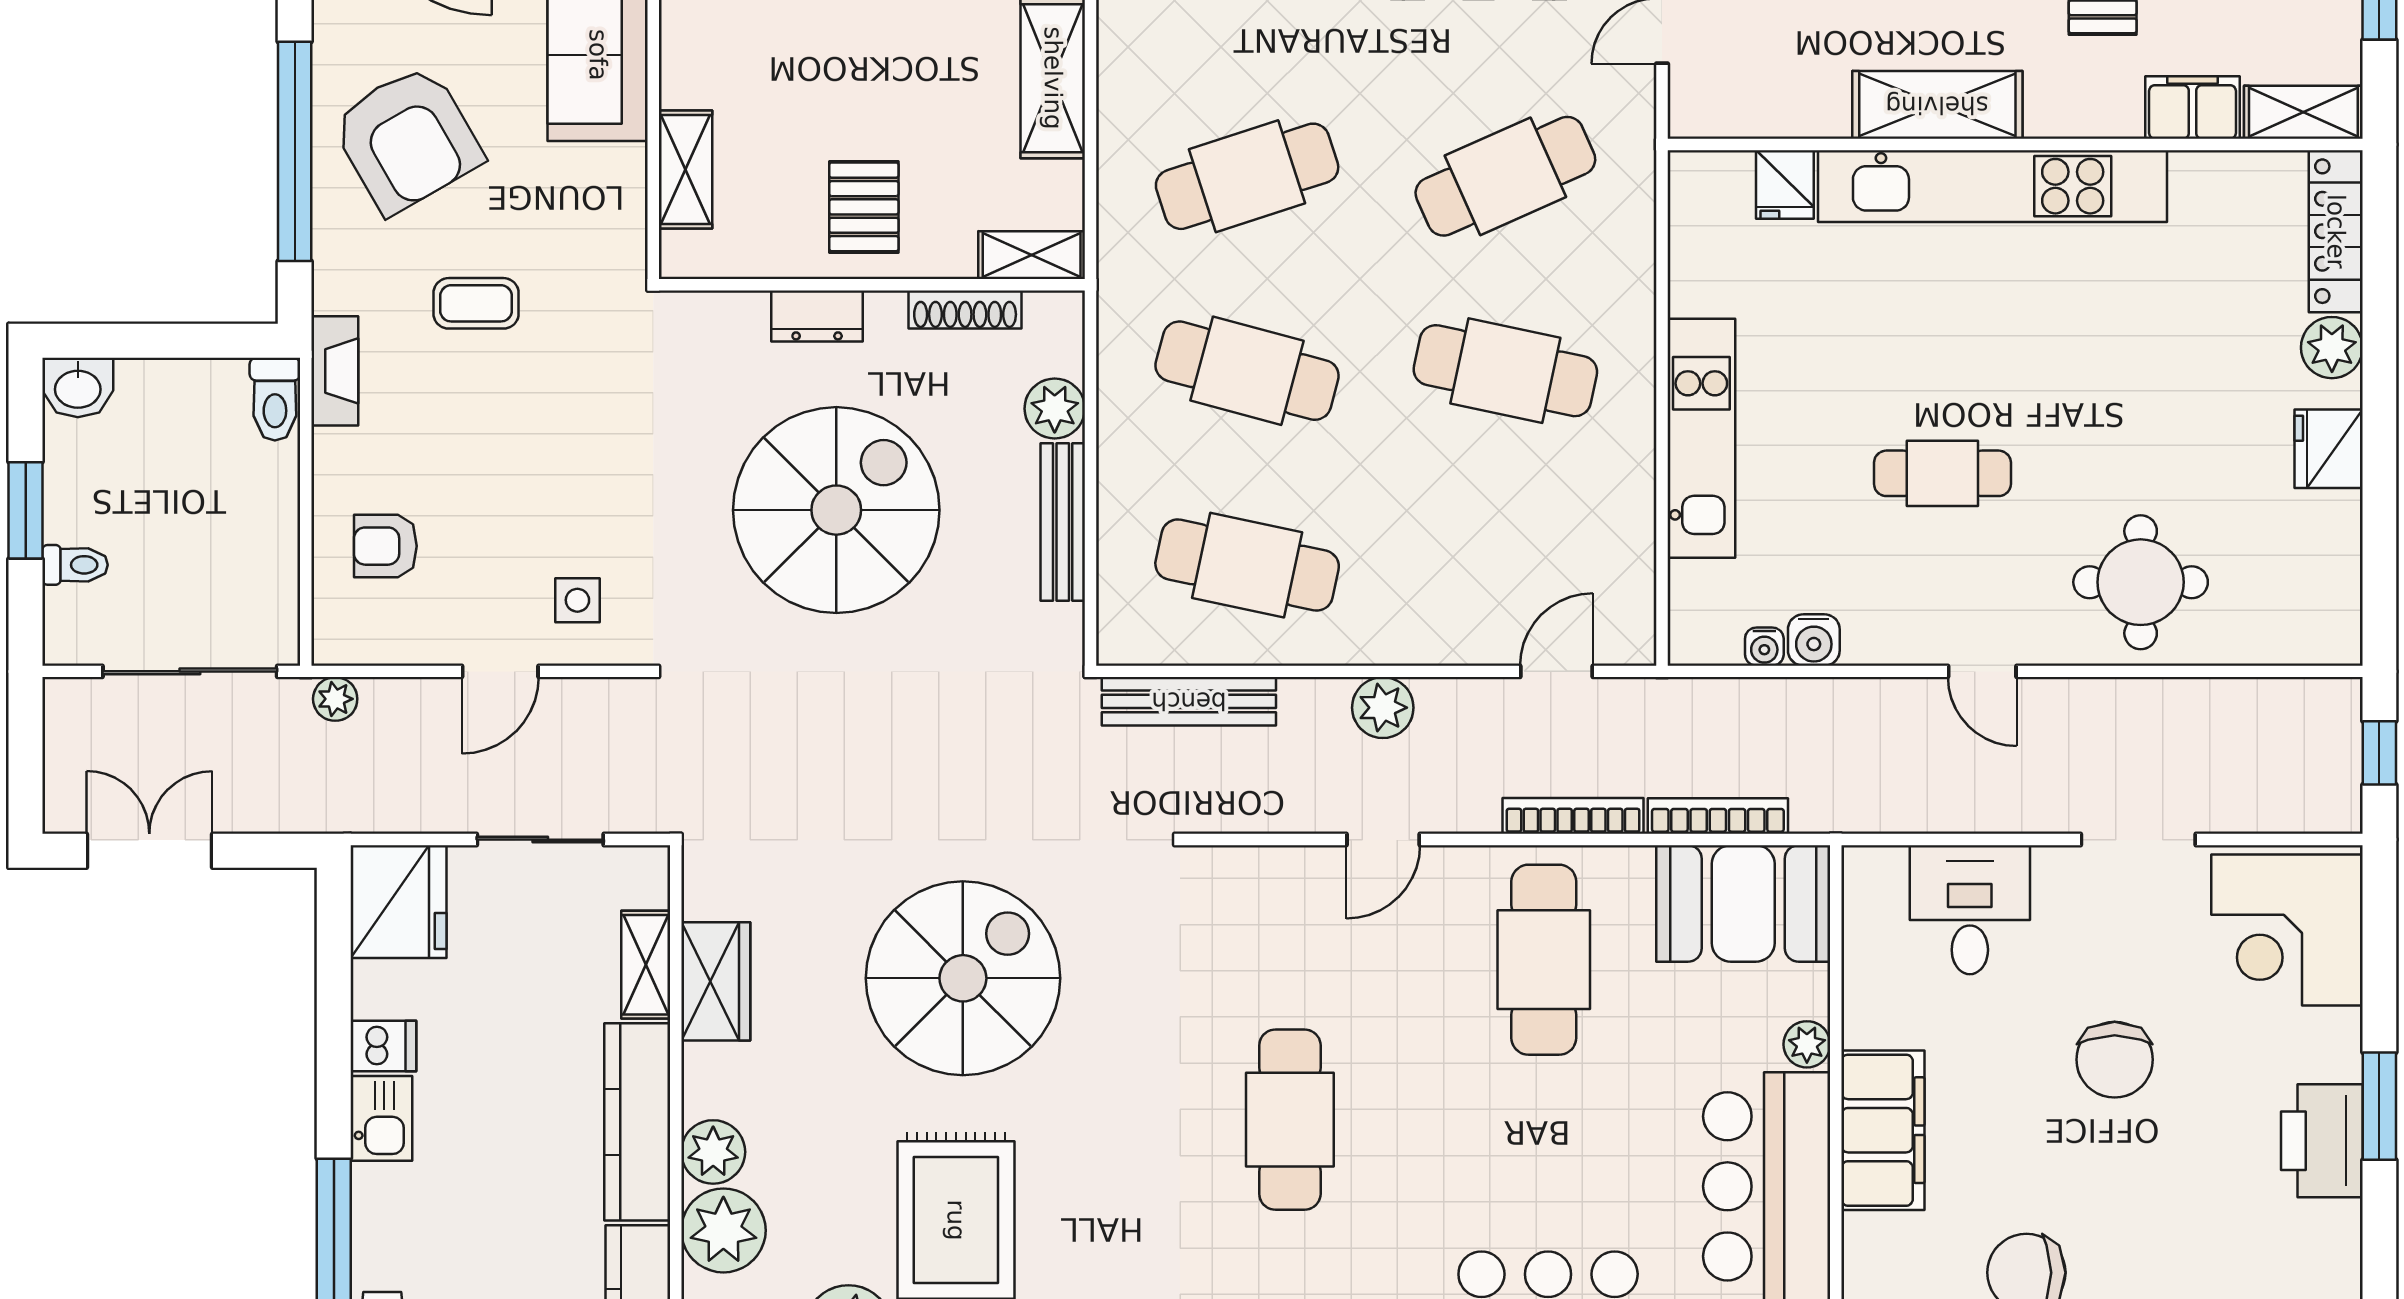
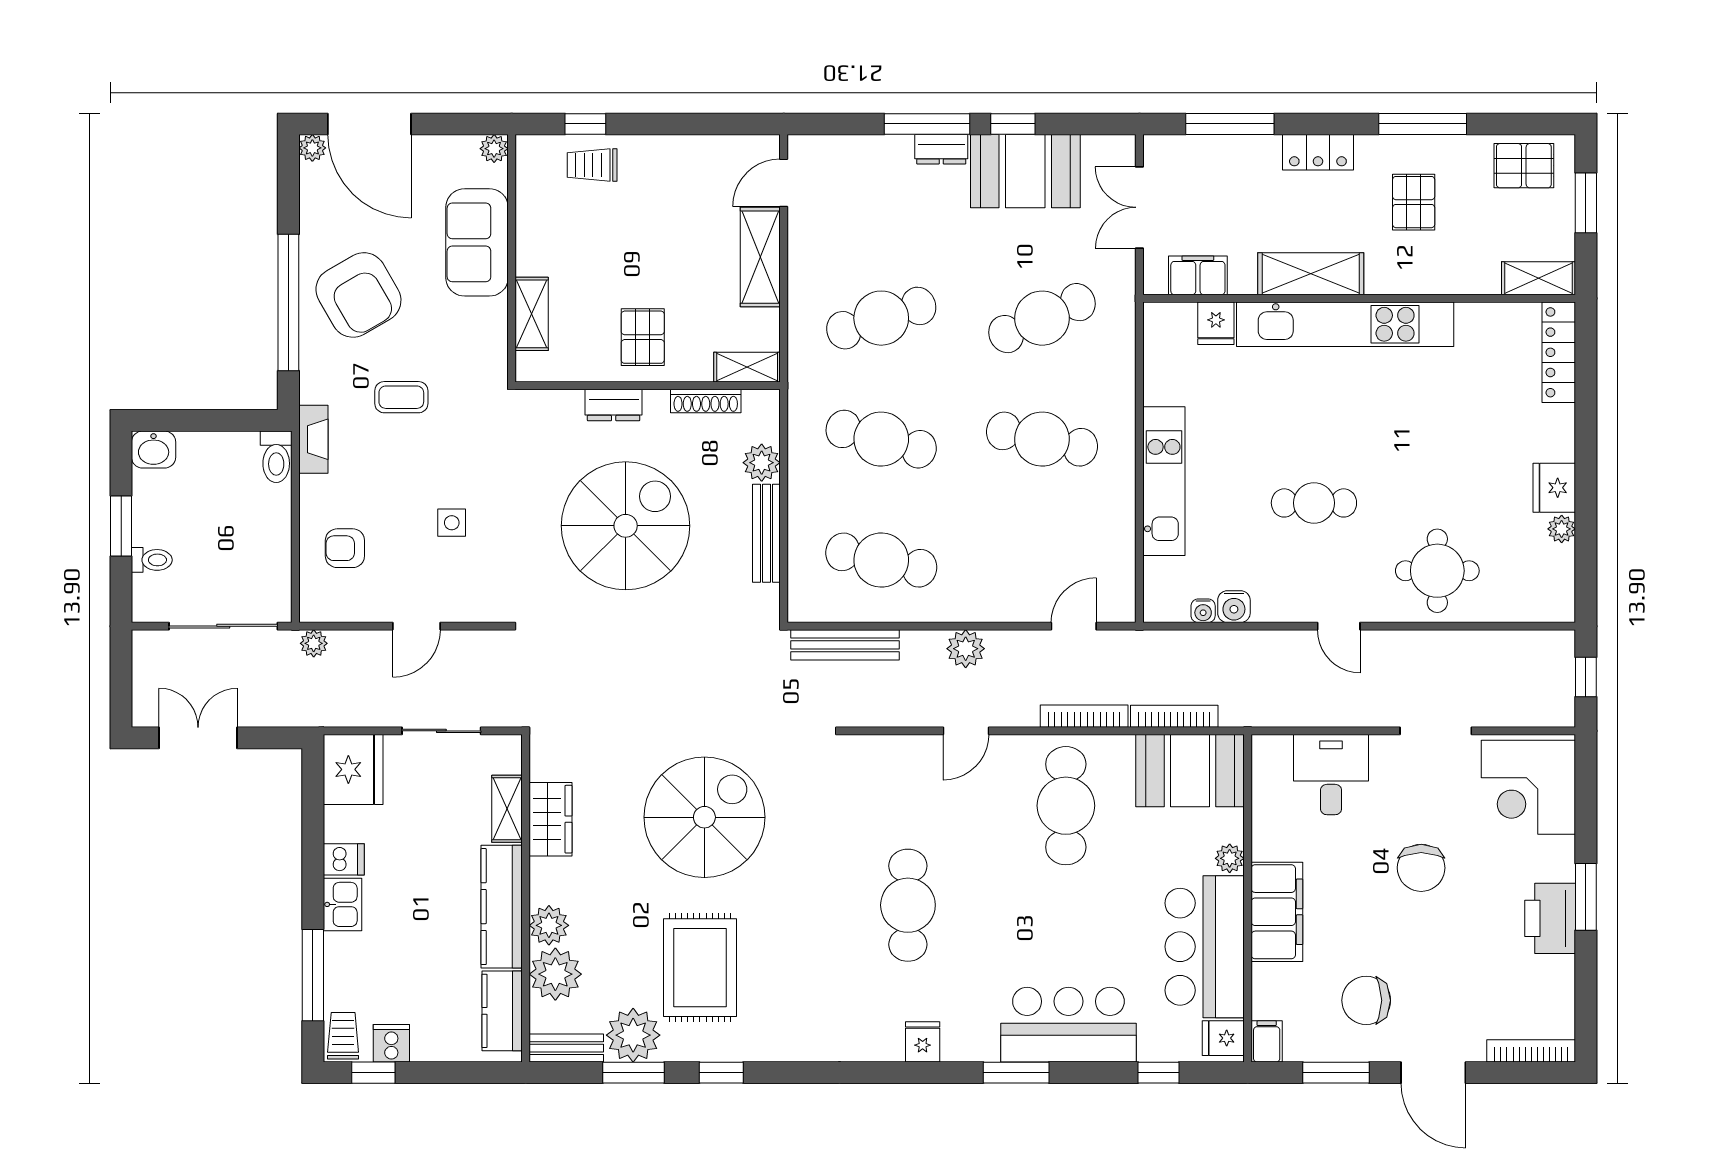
filing cabinet: (2192, 108) -> (1198, 275), moved
plant: (2332, 348) -> (1562, 529), moved, width x0.73, depth x0.73
side table: (577, 600) -> (452, 523), moved

